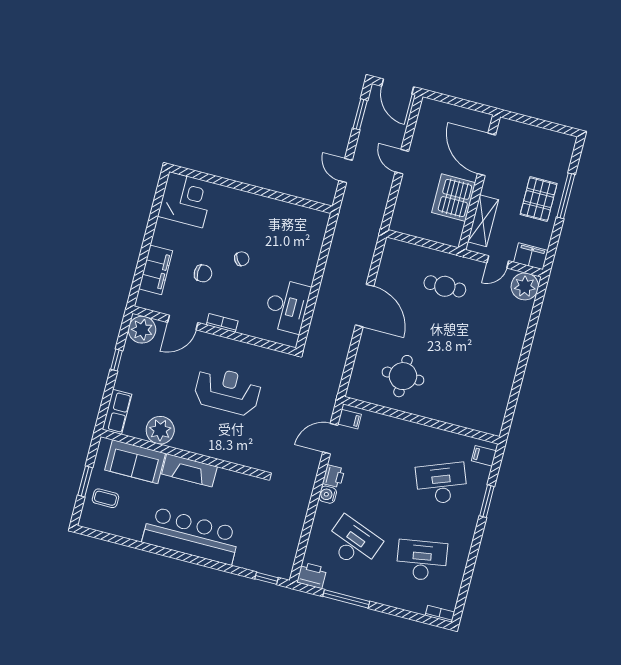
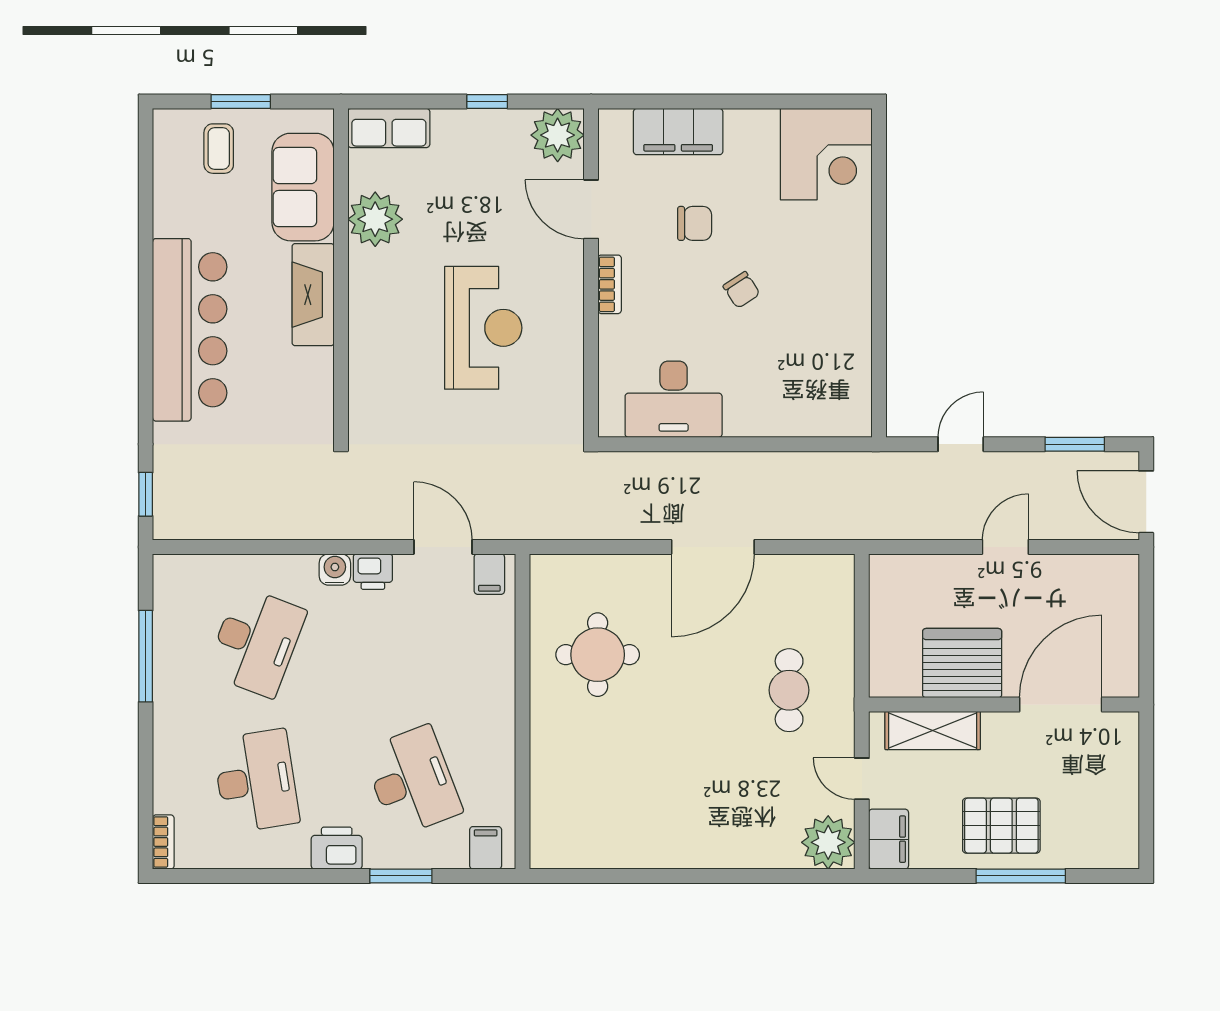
door: (398, 86) -> (1146, 502), hinge flipped
chair: (203, 273) -> (695, 223), turned -90
printer: (312, 575) -> (337, 848), moved, turned -90

